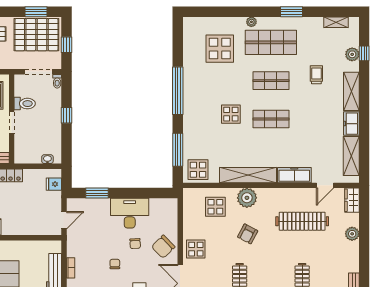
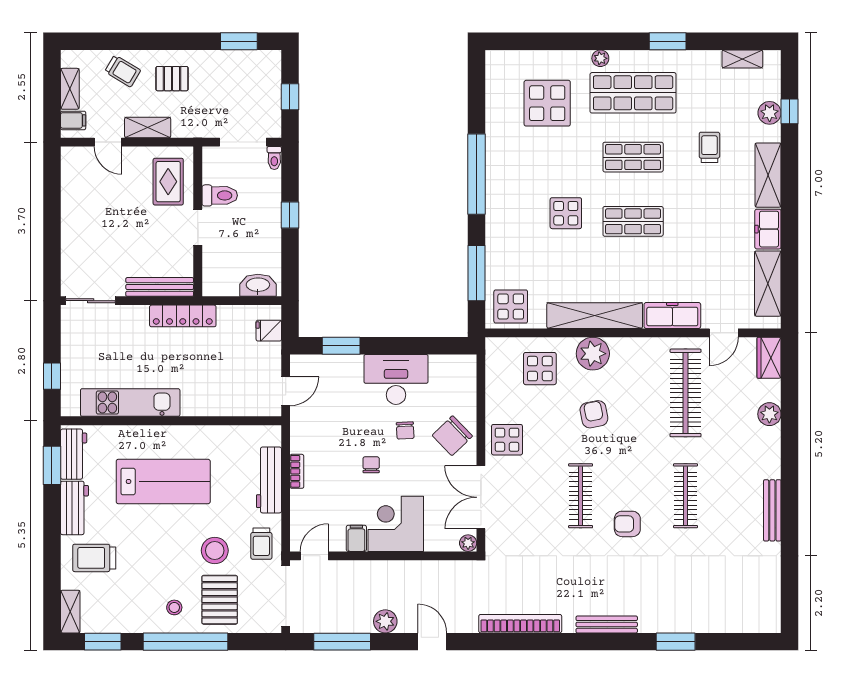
pallet: (36, 35) -> (240, 80), removed
washbasin: (47, 159) -> (258, 285), width x1.91, depth x1.45
clothes rail: (302, 221) -> (686, 393), turned 90
armchair: (248, 234) -> (594, 414), turned 141

